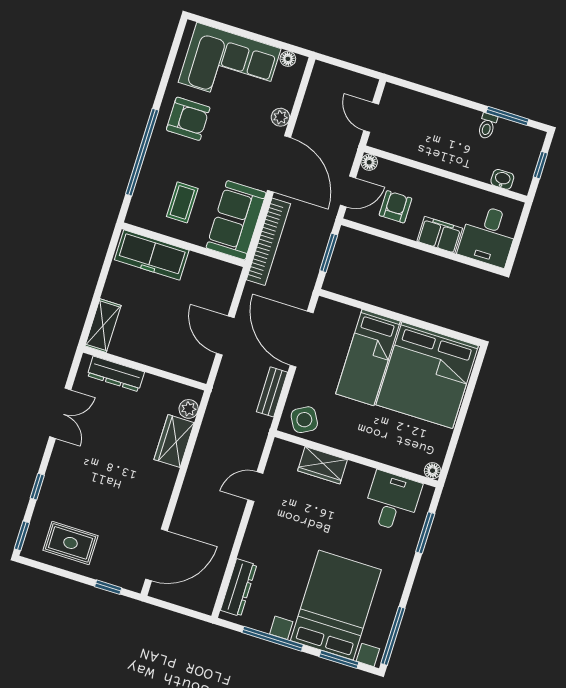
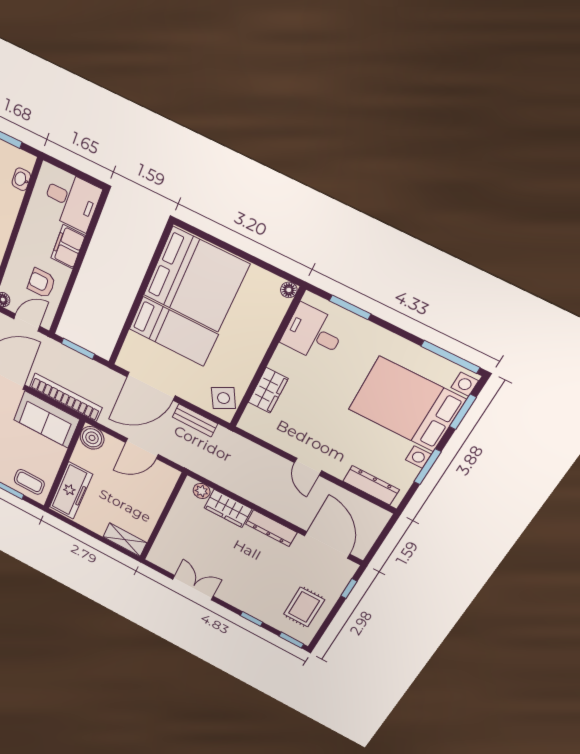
door: (348, 192) -> (27, 322), hinge flipped
coffee table: (182, 202) -> (29, 482), moved
boiler: (225, 276) -> (92, 438), added
dresser: (116, 374) -> (271, 528), moved, turned 90
door: (255, 487) -> (308, 467), moved
window: (273, 639) -> (427, 467), width x0.69

